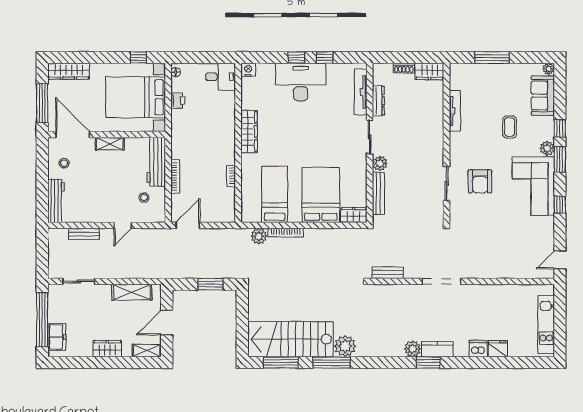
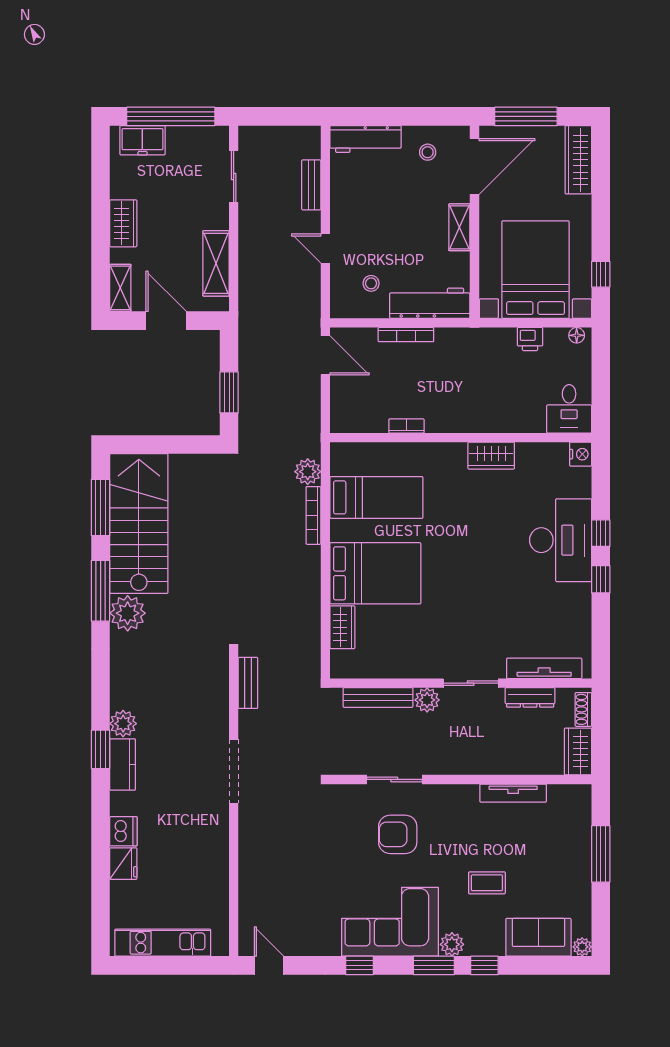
tv unit: (361, 92) -> (544, 668), moved
dresser: (378, 101) -> (530, 697), moved
wardrobe: (249, 131) -> (491, 456), width x0.67
sliding door: (370, 137) -> (471, 683), moved
wall: (370, 143) -> (461, 683), moved
plant: (380, 163) -> (427, 700), moved
bench: (378, 193) -> (378, 697), moved

